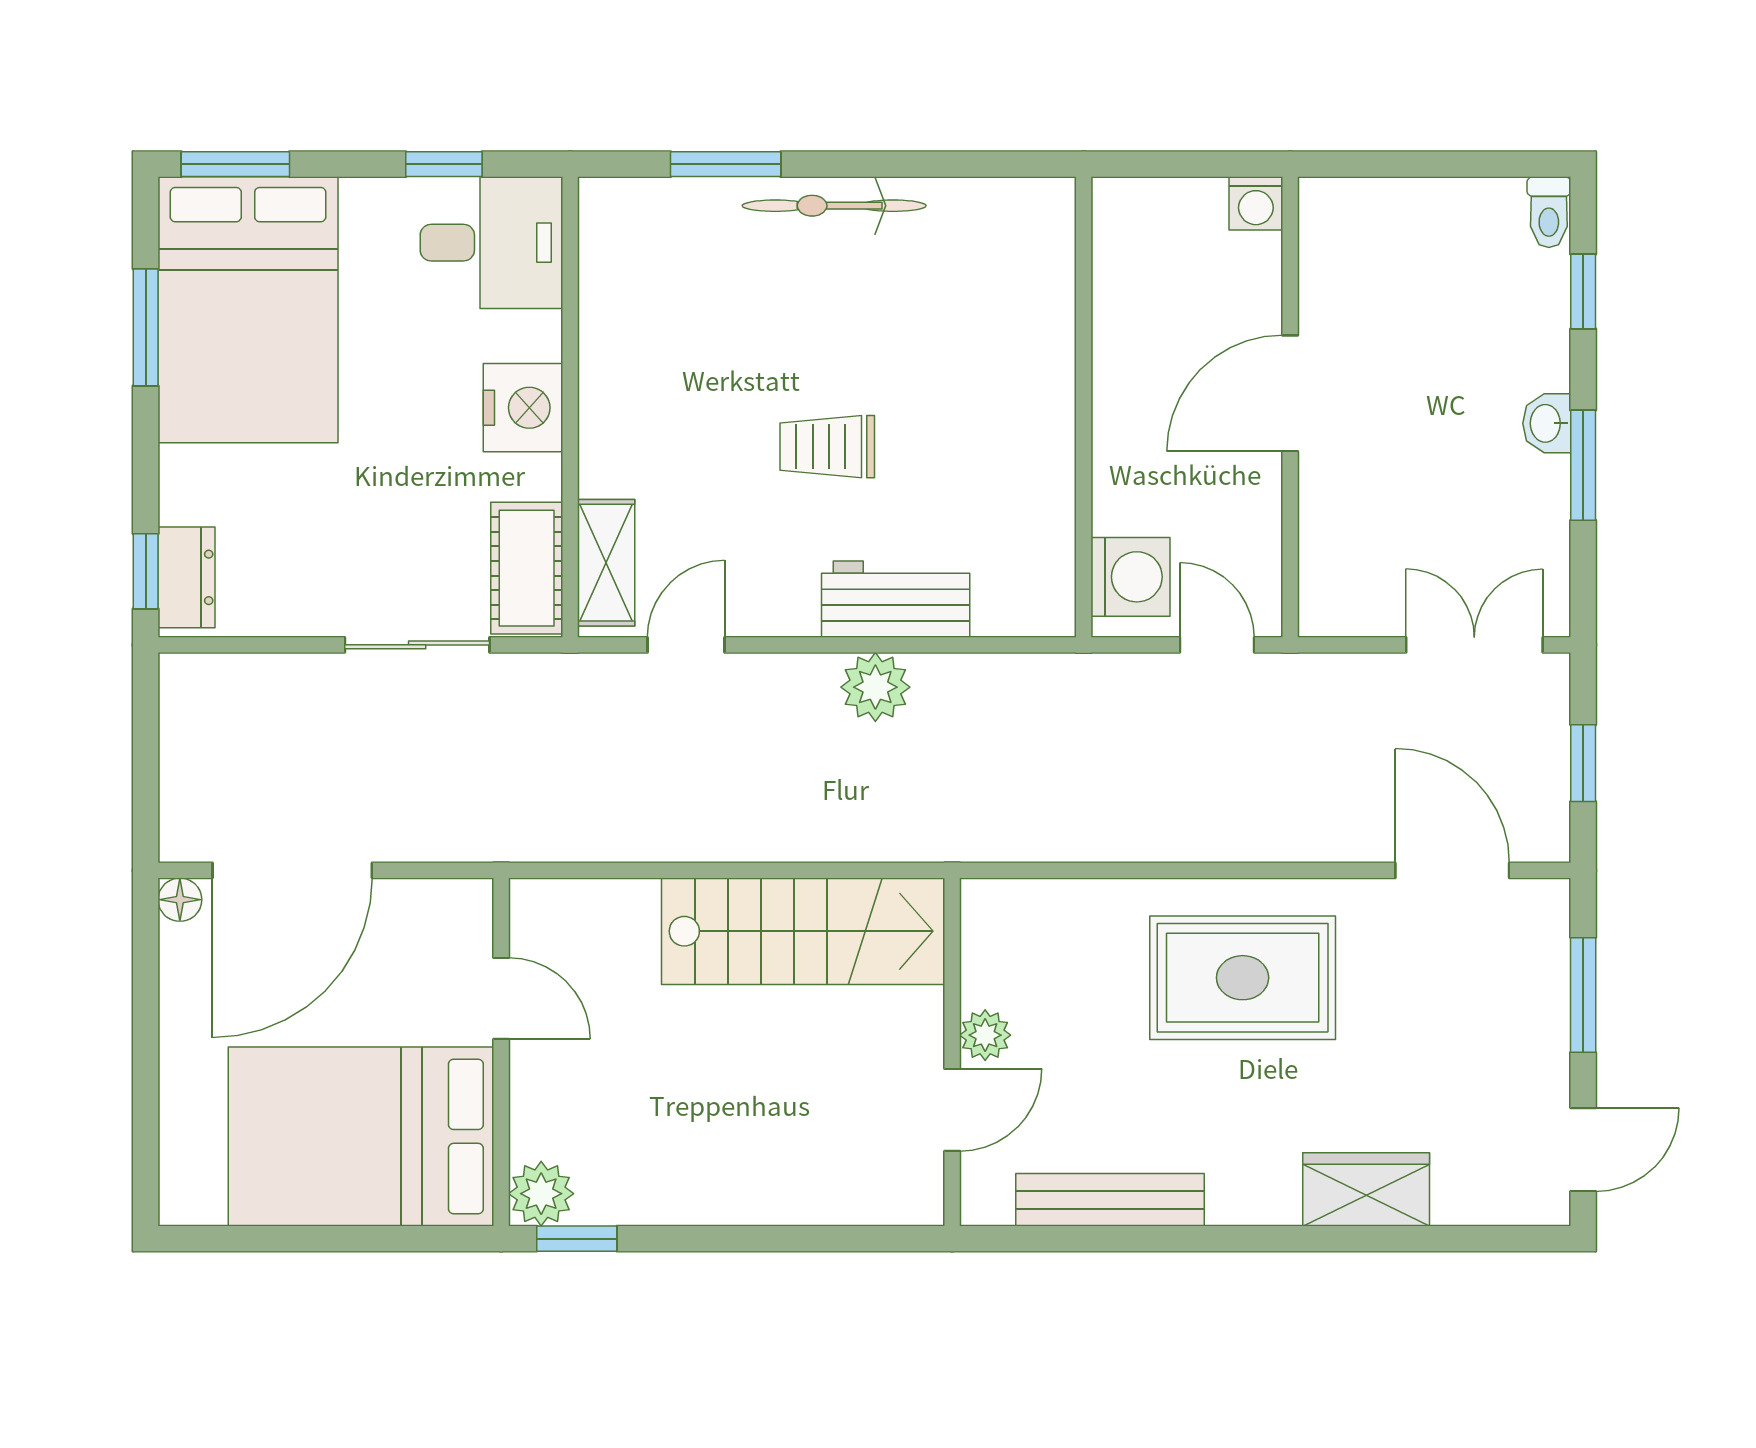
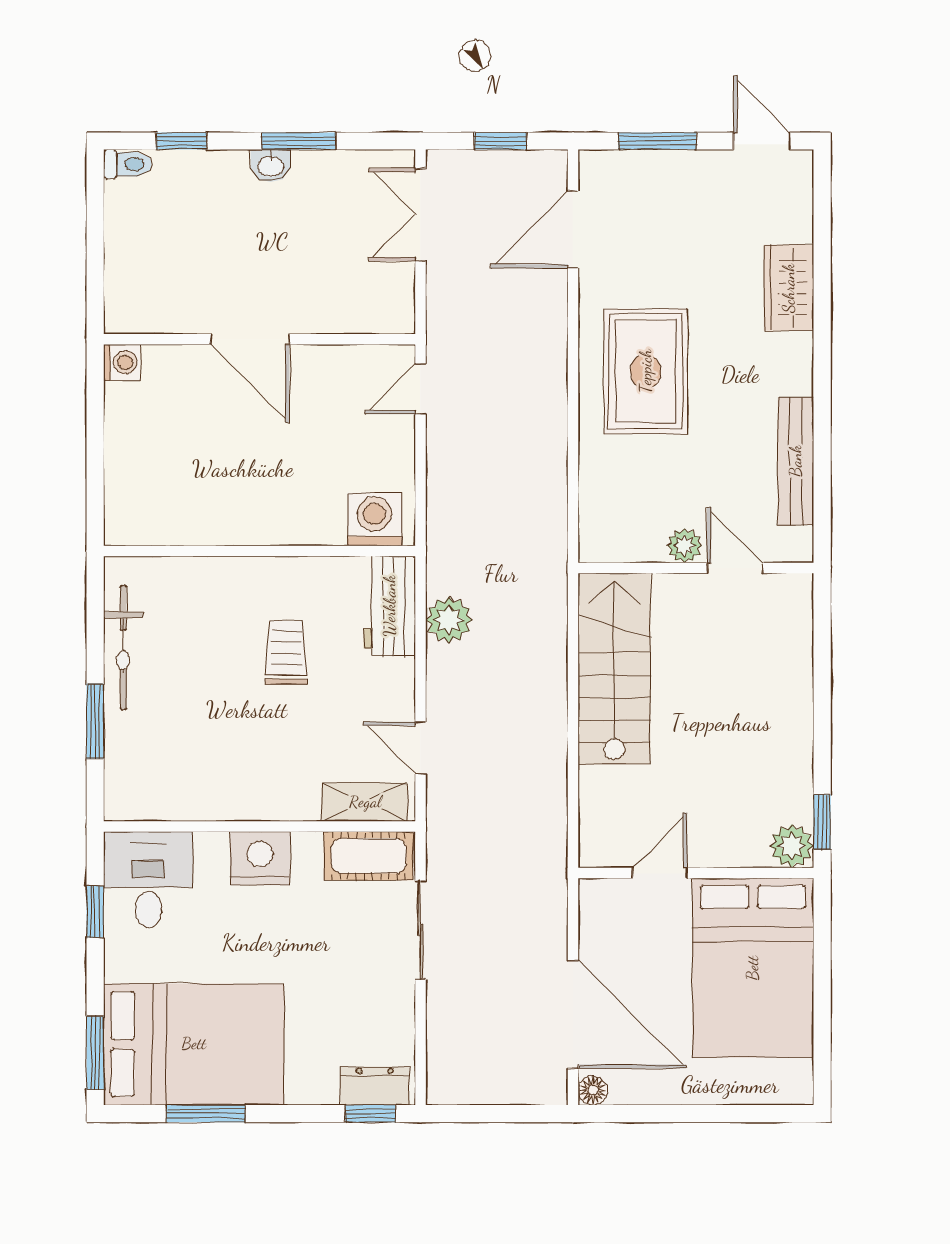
wall: (1084, 407) -> (260, 551), moved
trolley: (827, 447) -> (286, 652), turned 180
washing machine: (1130, 577) -> (374, 519), moved

